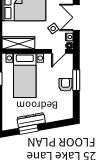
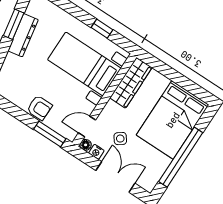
door: (59, 51) -> (87, 126), hinge flipped
window: (76, 80) -> (50, 134), moved

